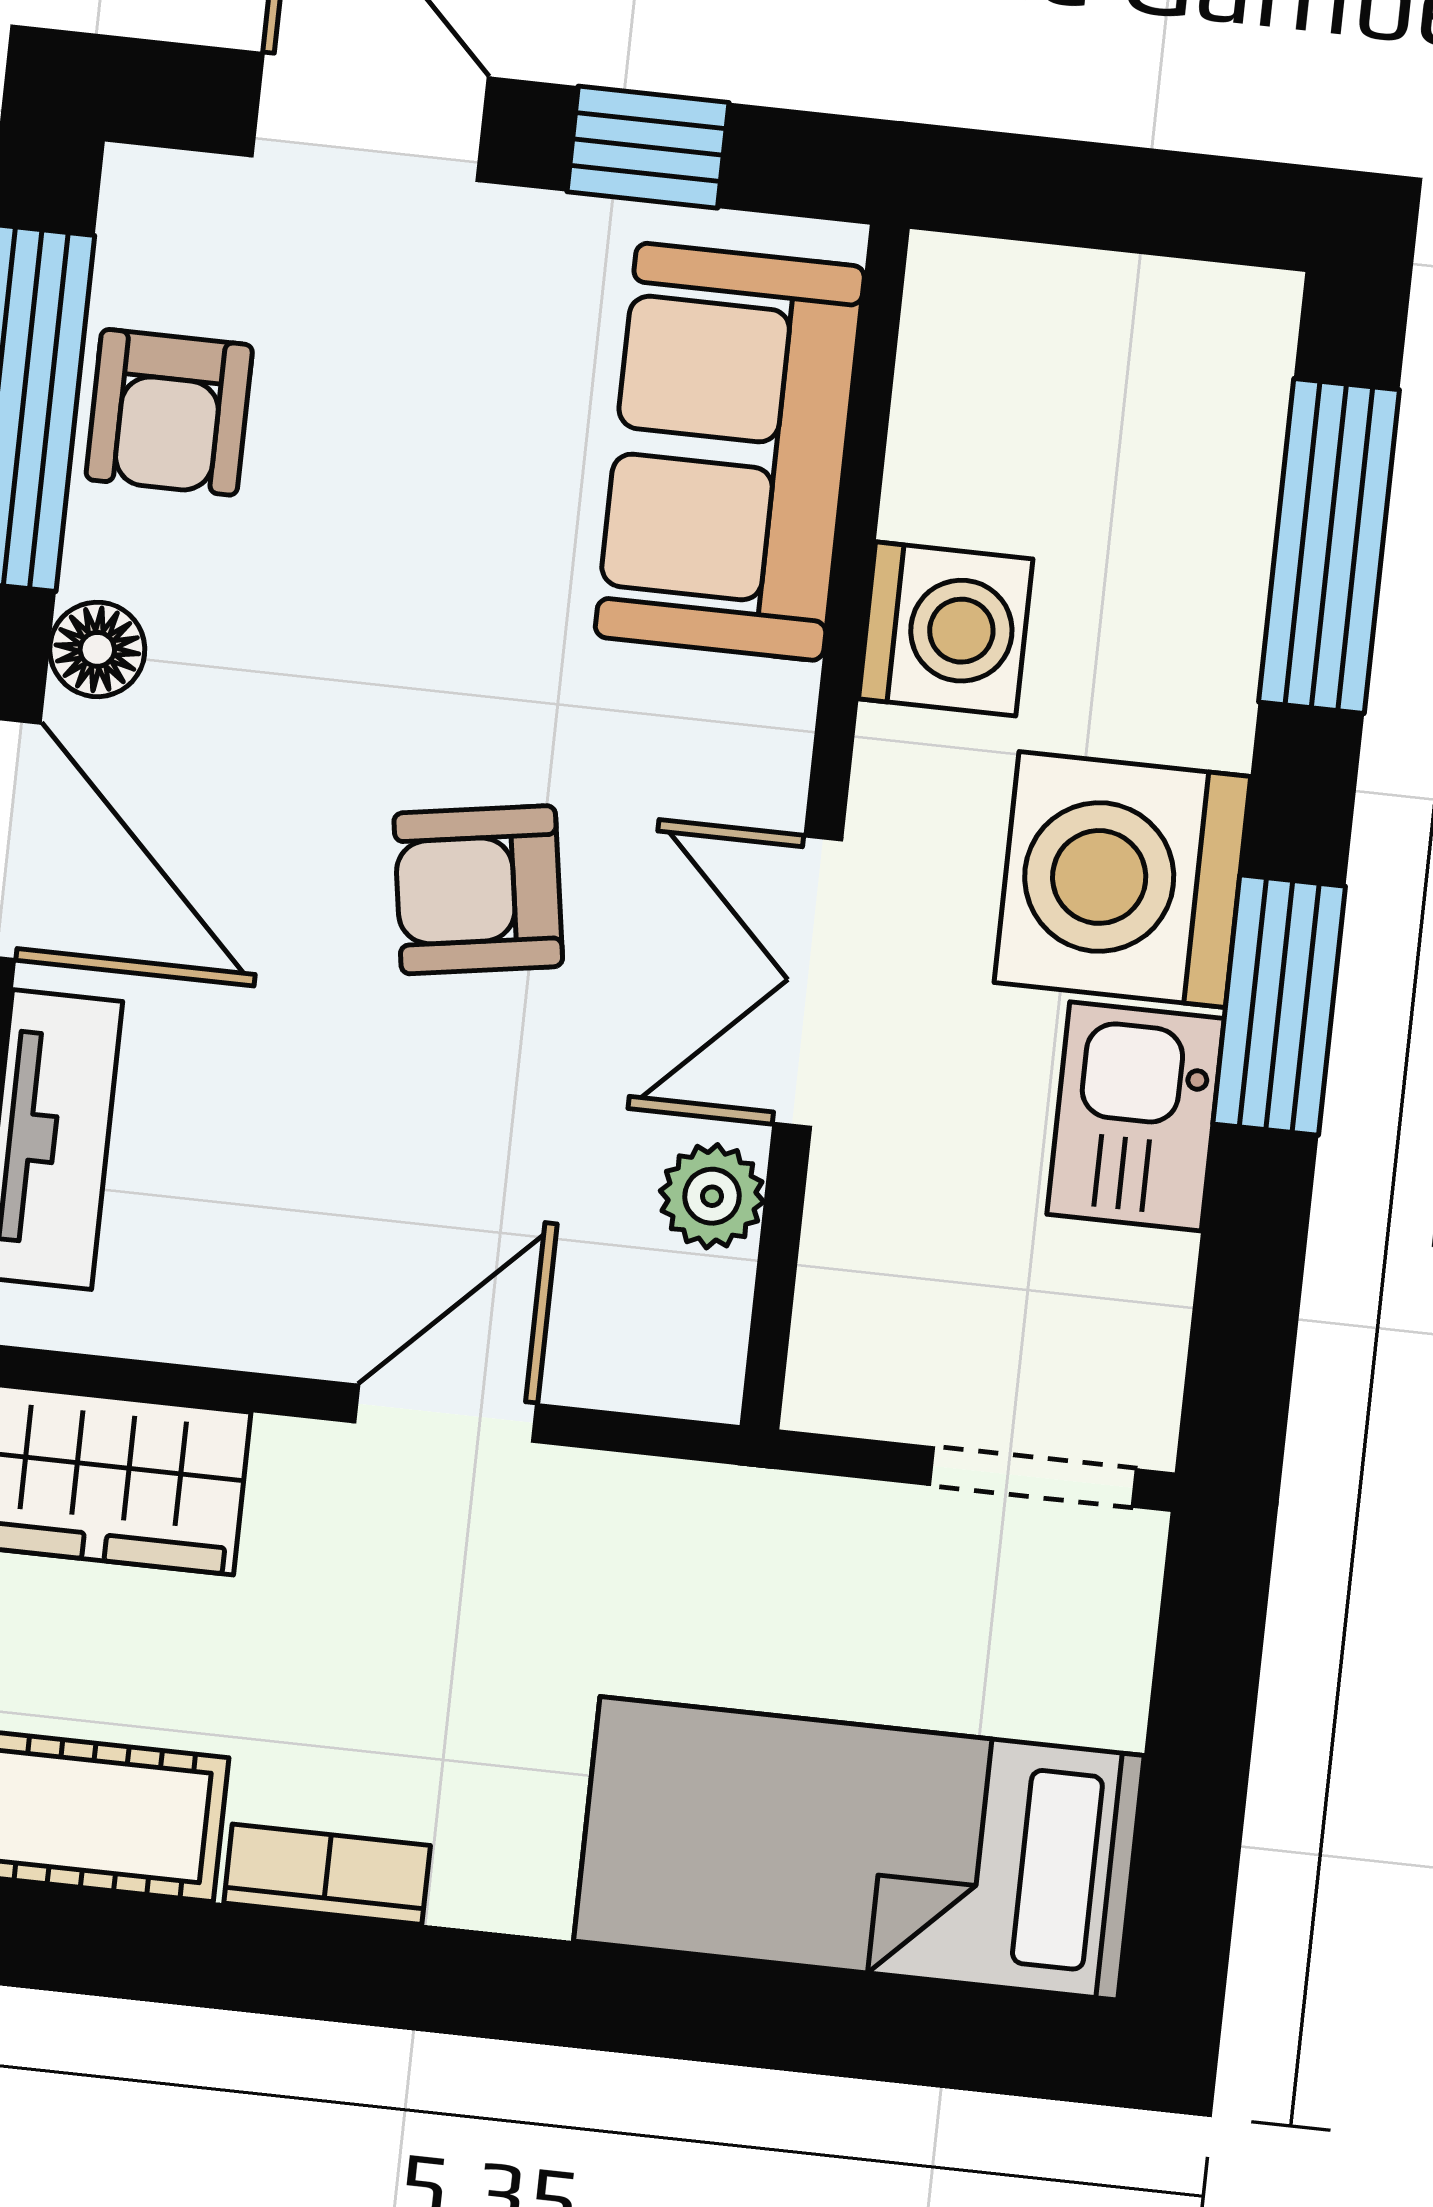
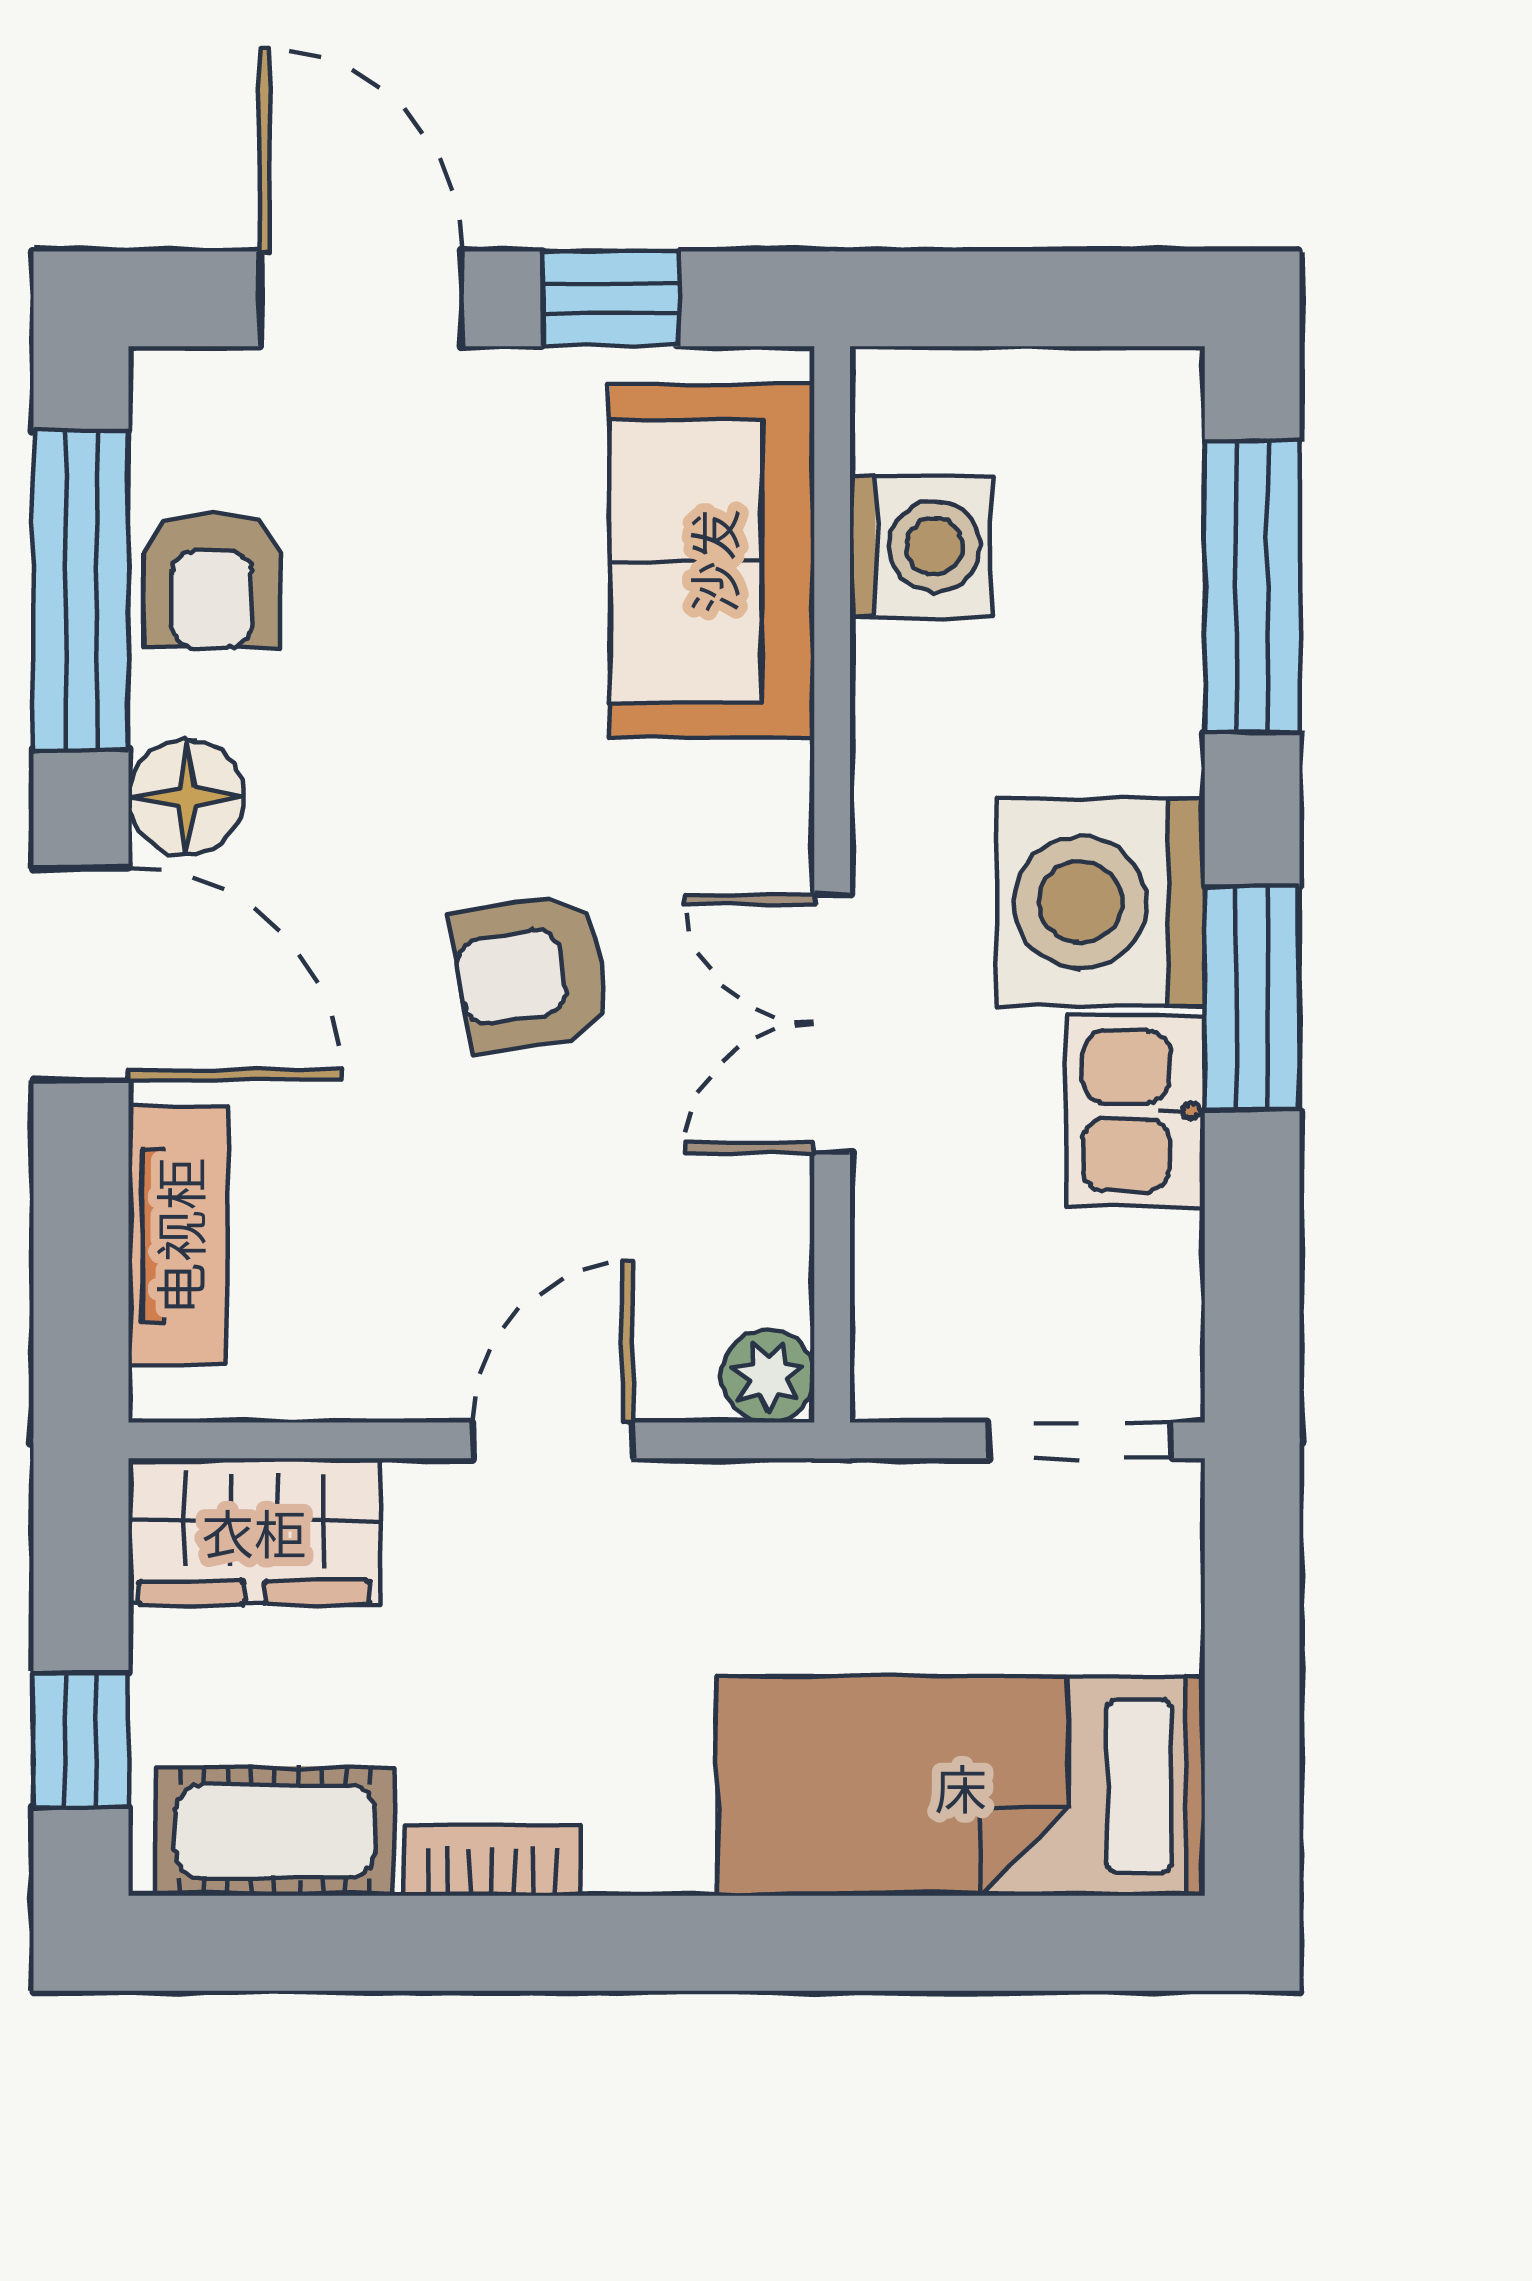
washing machine: (946, 629) -> (920, 546), moved
floor lamp: (97, 649) -> (186, 797), width x1.37, depth x1.37
plant: (712, 1196) -> (768, 1376), moved

